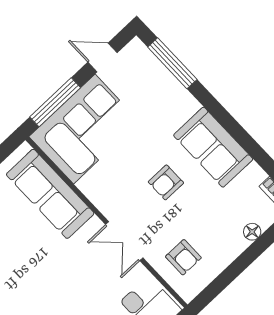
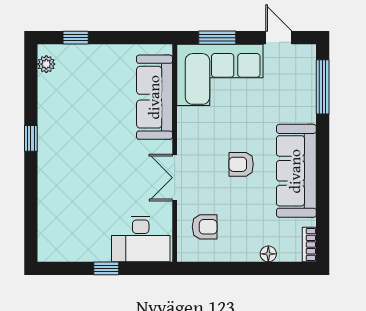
window: (55, 102) -> (217, 38), width x0.69
sofa: (213, 147) -> (296, 171), width x1.36
armchair: (183, 257) -> (205, 227), turned -90

